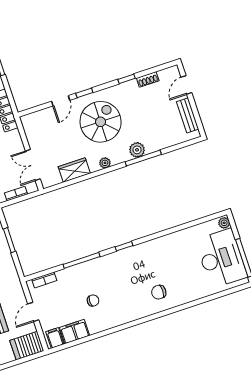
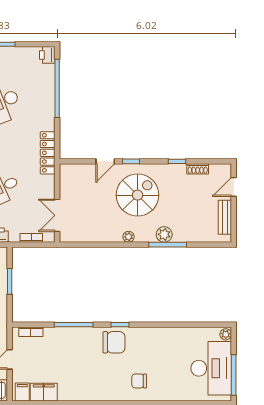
wardrobe: (74, 170) -> (96, 234), removed
chair: (93, 301) -> (114, 342), moved, width x1.87, depth x1.87

